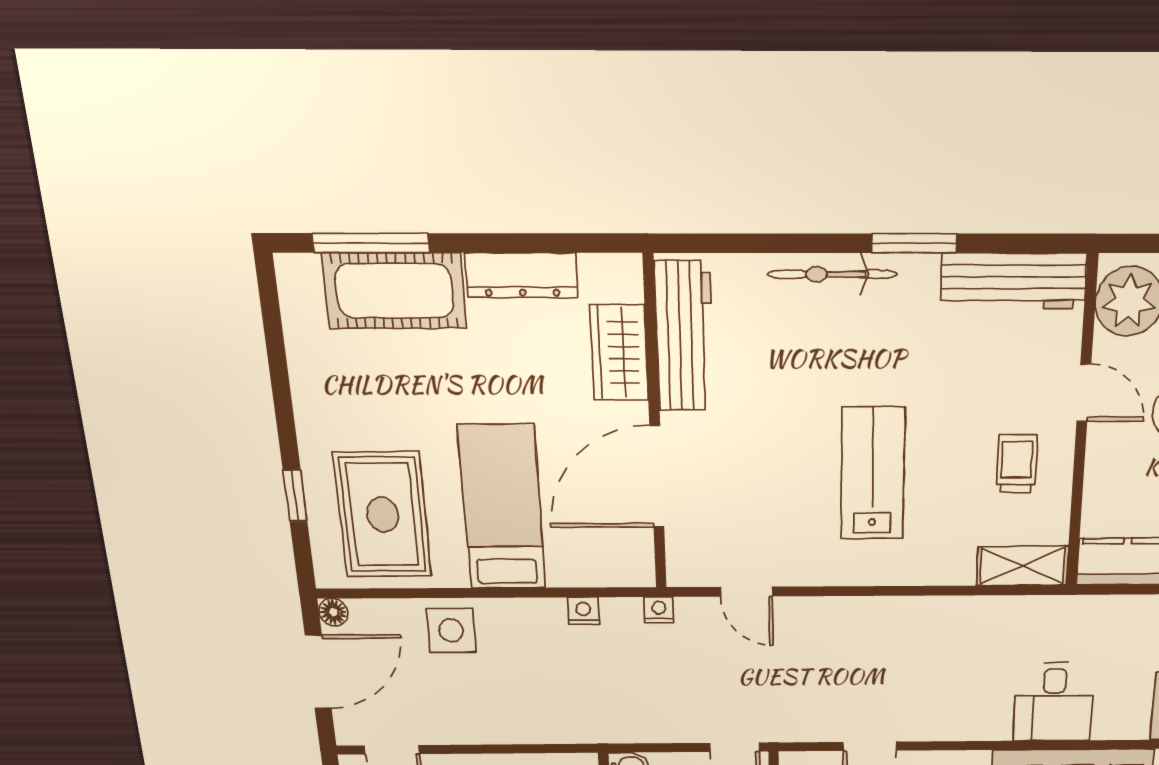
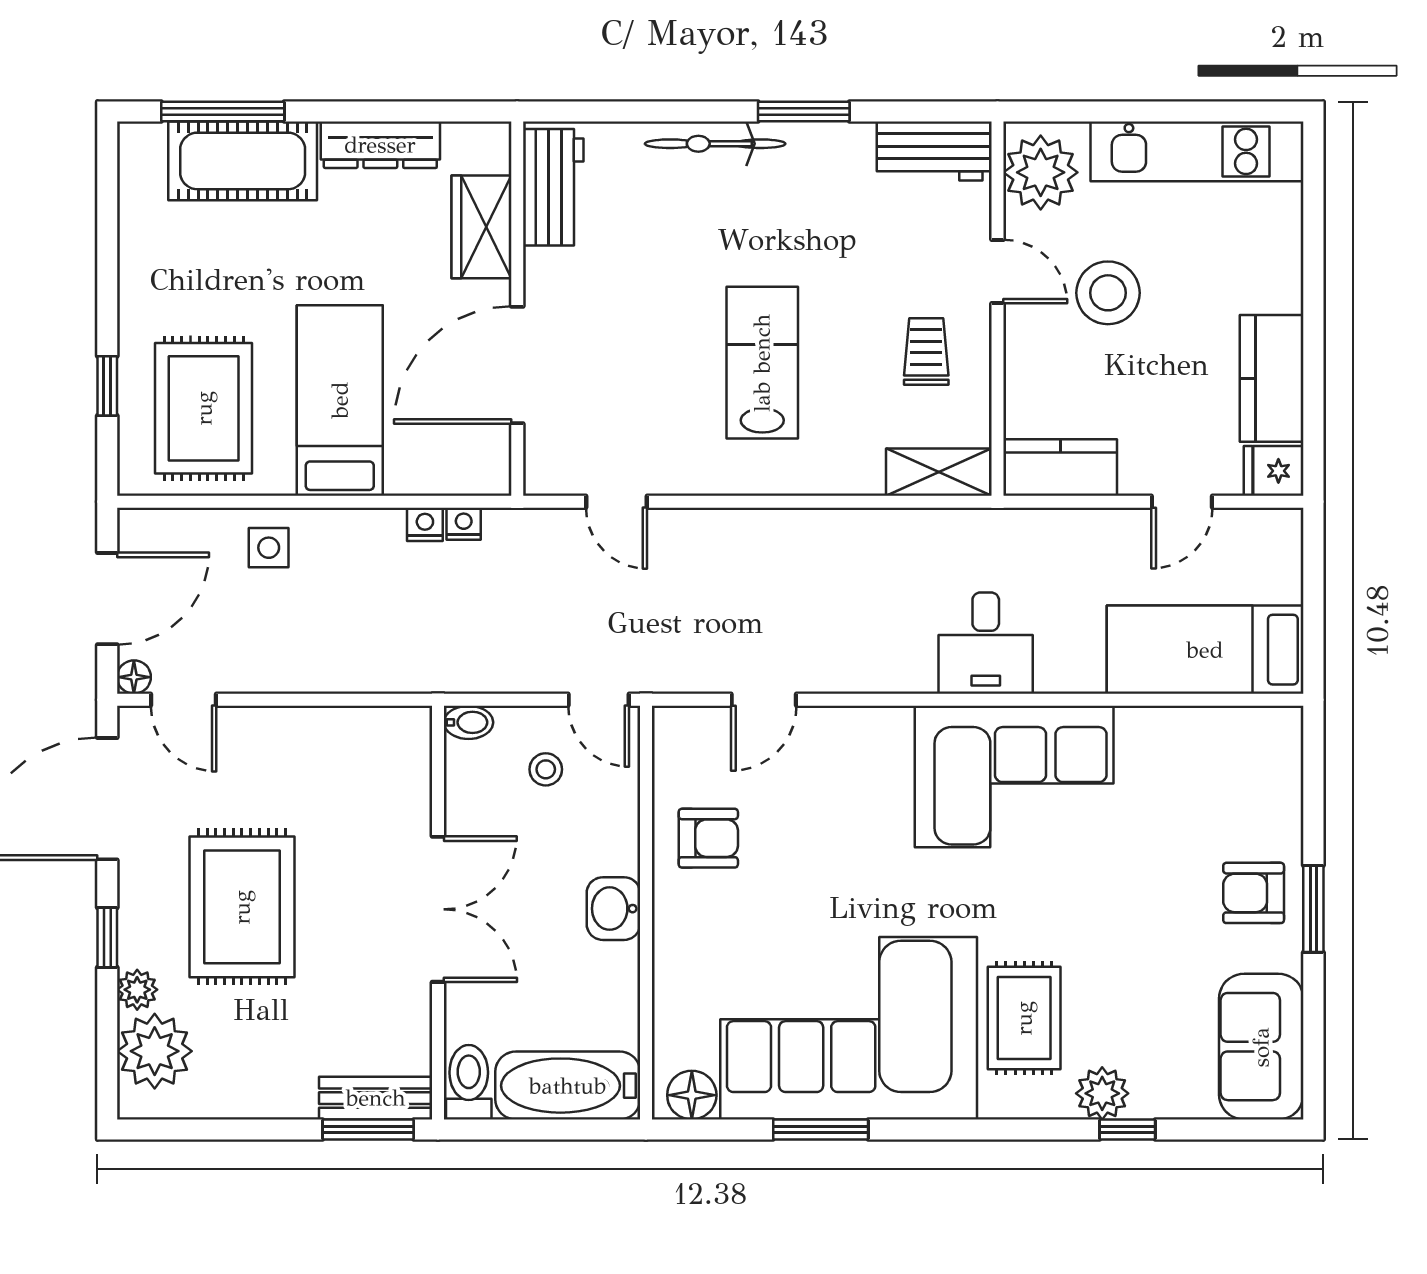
workbench: (1014, 281) -> (934, 151), width x0.73
workbench: (684, 336) -> (553, 187), width x0.73
nightstand: (659, 610) -> (464, 524), moved
floor lamp: (333, 612) -> (134, 677), moved
side table: (451, 630) -> (269, 548), width x0.73, depth x0.73

